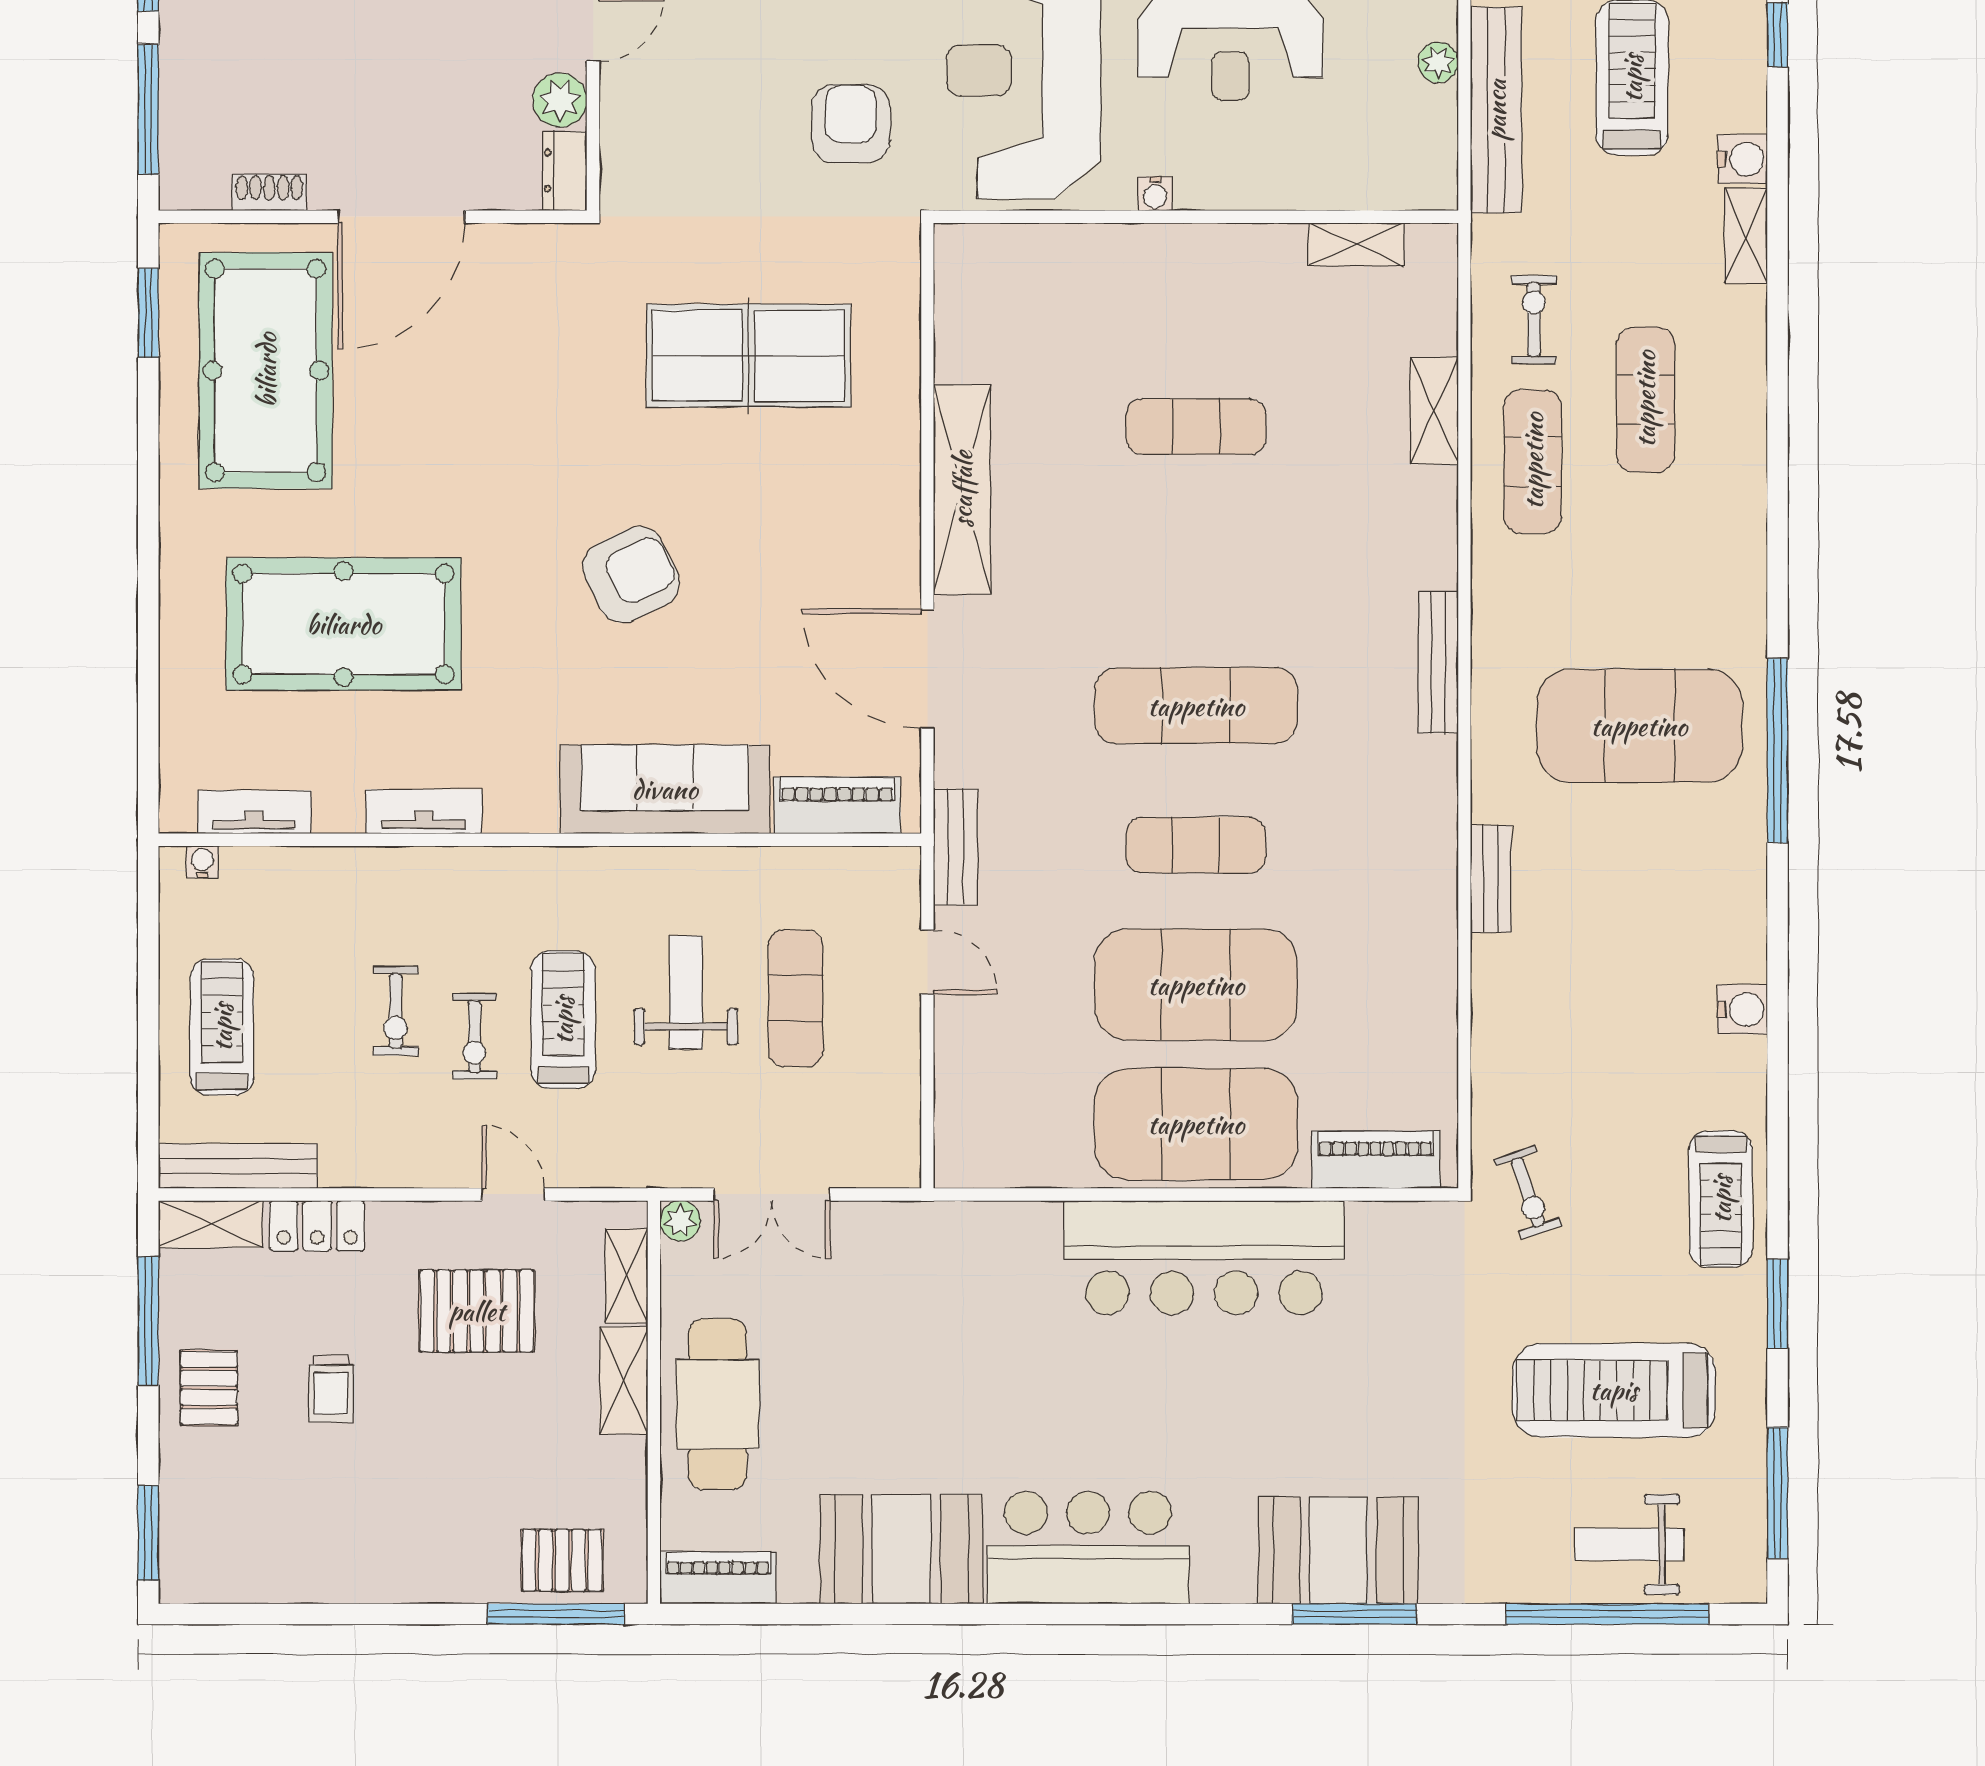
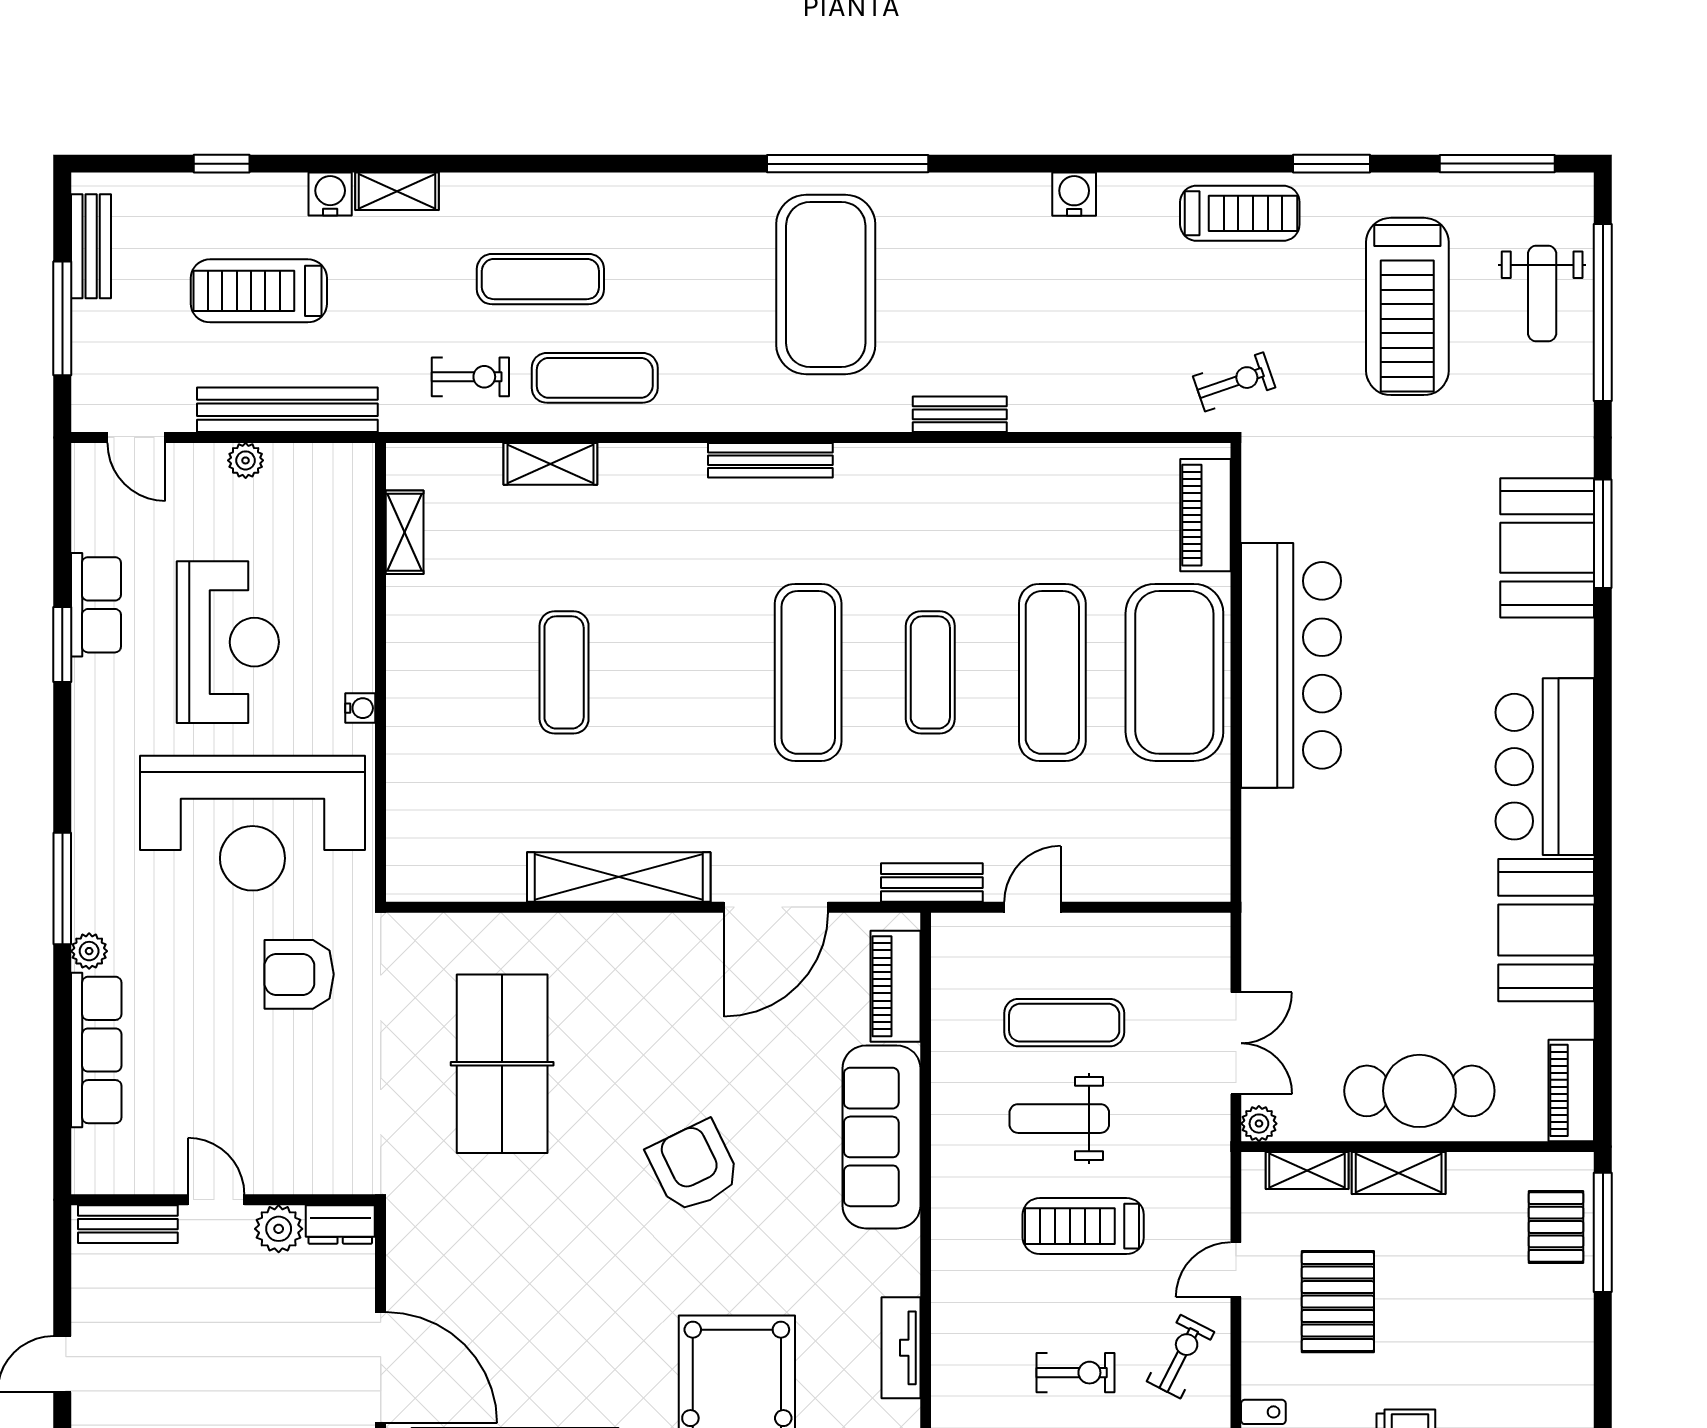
exercise bike: (1534, 319) -> (470, 377), turned 180
exercise mat: (1196, 985) -> (1052, 672), width x0.68
exercise bike: (474, 1036) -> (1180, 1357), moved, turned -63

